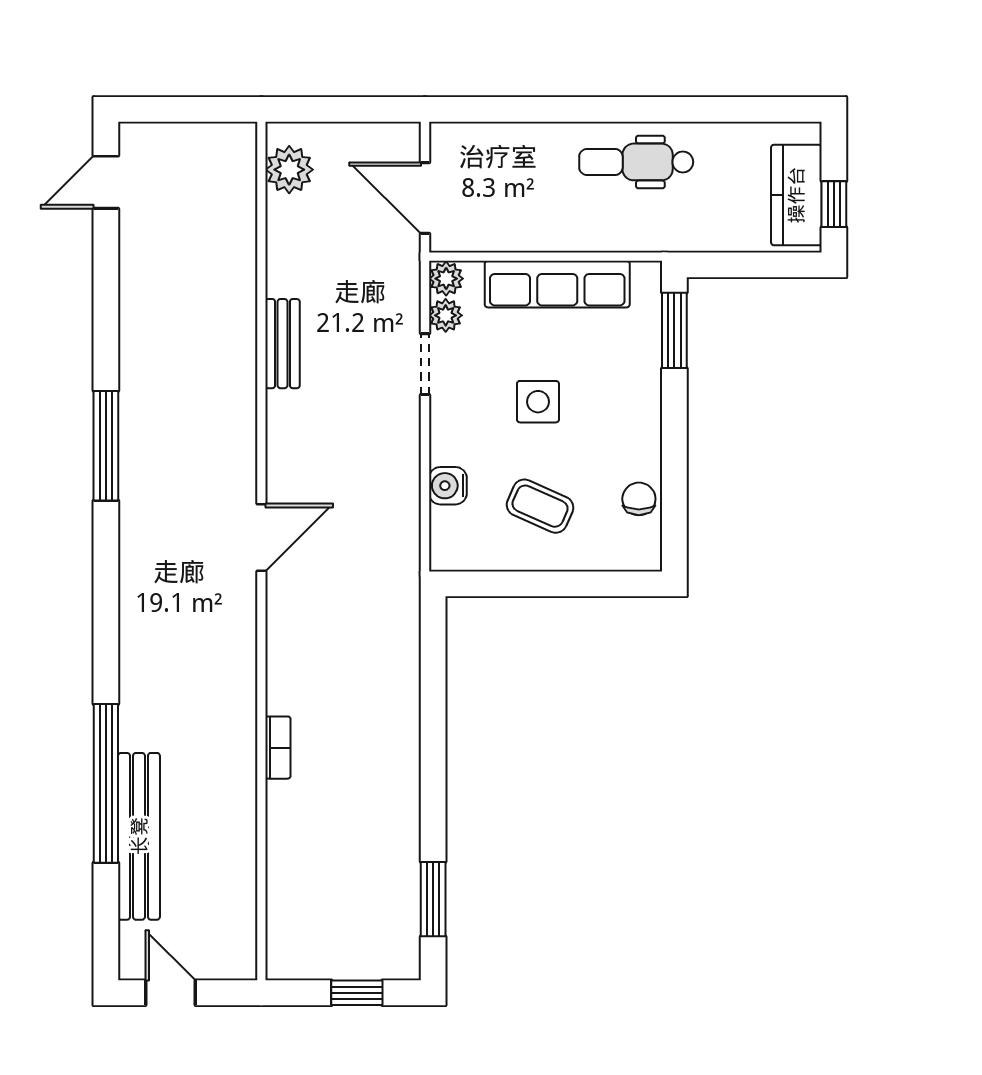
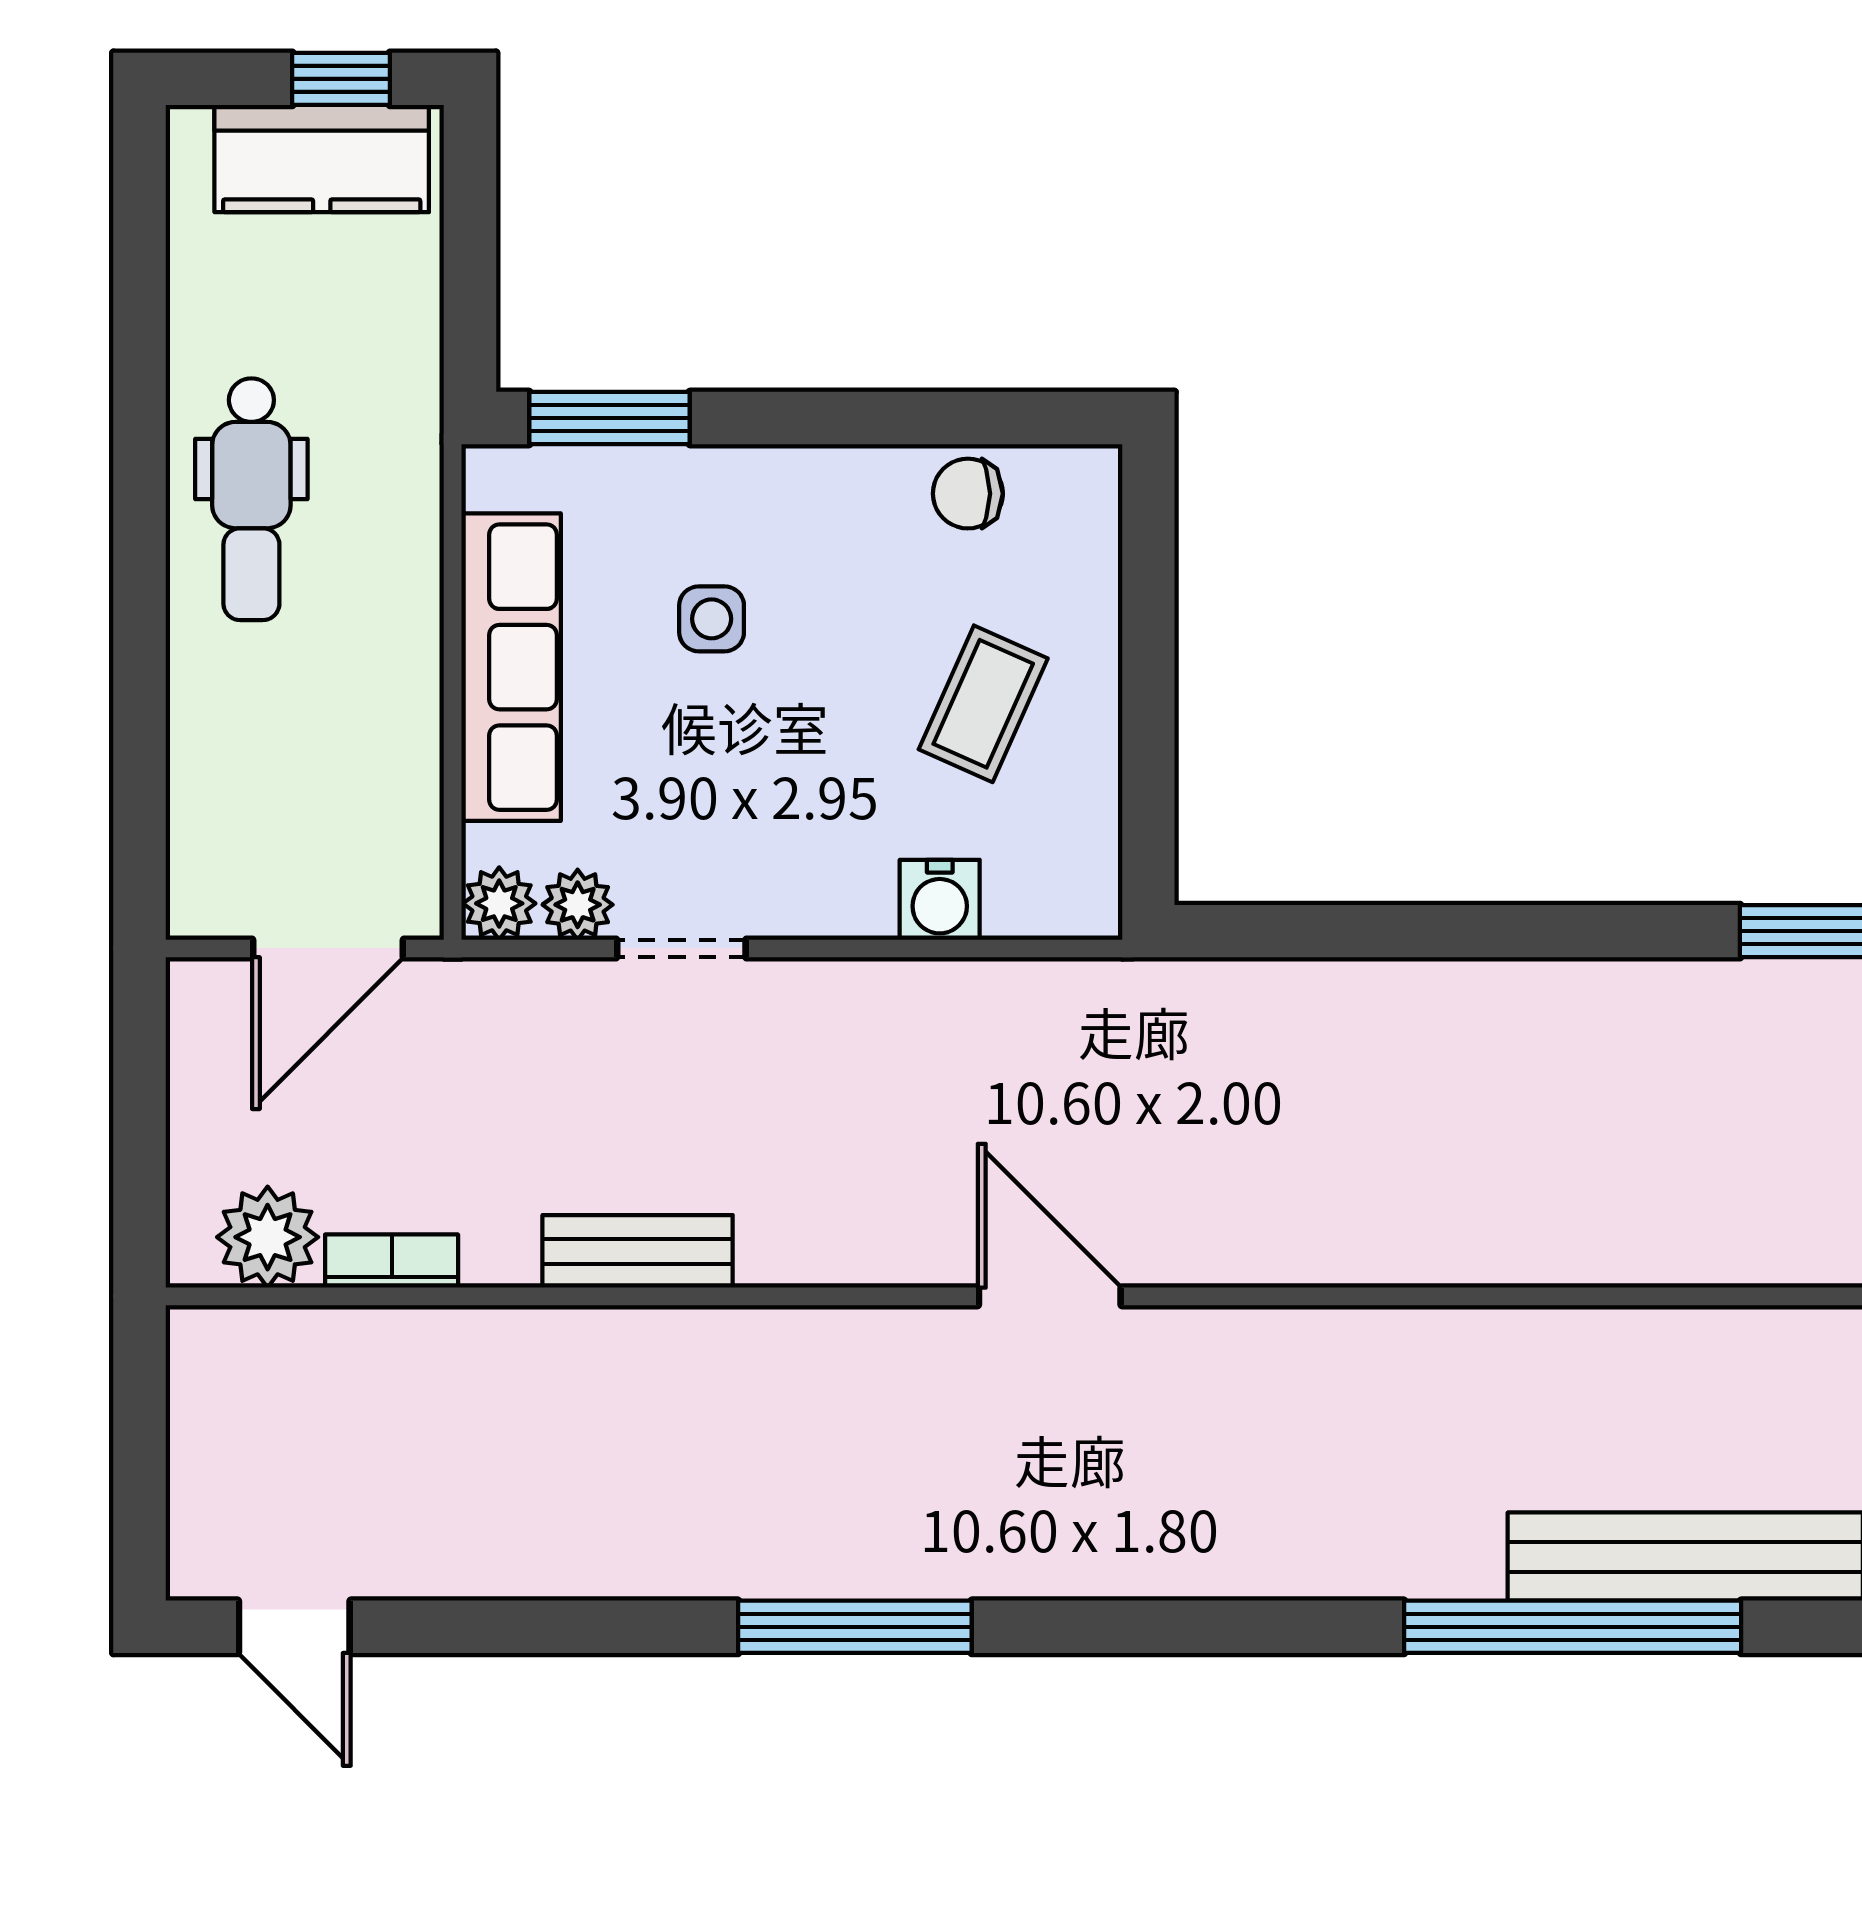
side table: (538, 402) -> (712, 619), moved, width x0.73, depth x0.73
bookcase: (278, 748) -> (392, 1261), moved

